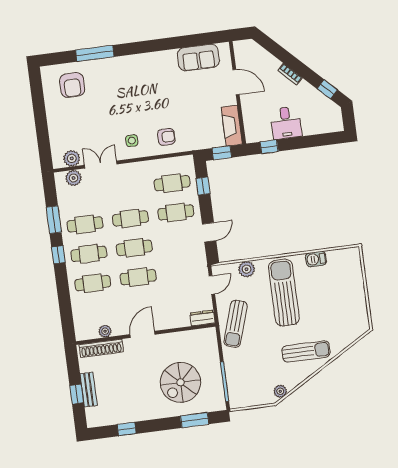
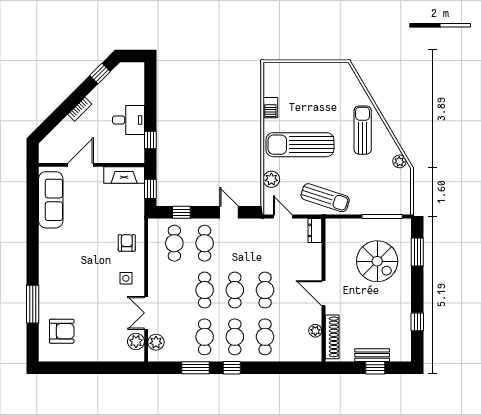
sofa: (198, 58) -> (51, 200), width x1.36

